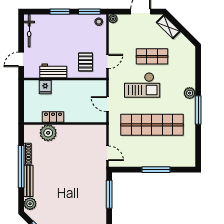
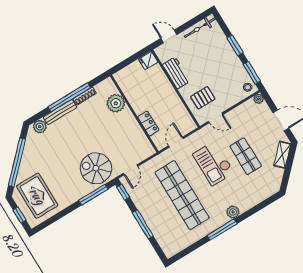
fridge: (45, 87) -> (148, 61), moved
locker: (53, 117) -> (148, 123), moved
window: (122, 170) -> (123, 192), added
spiral stairs: (90, 180) -> (96, 168), added

